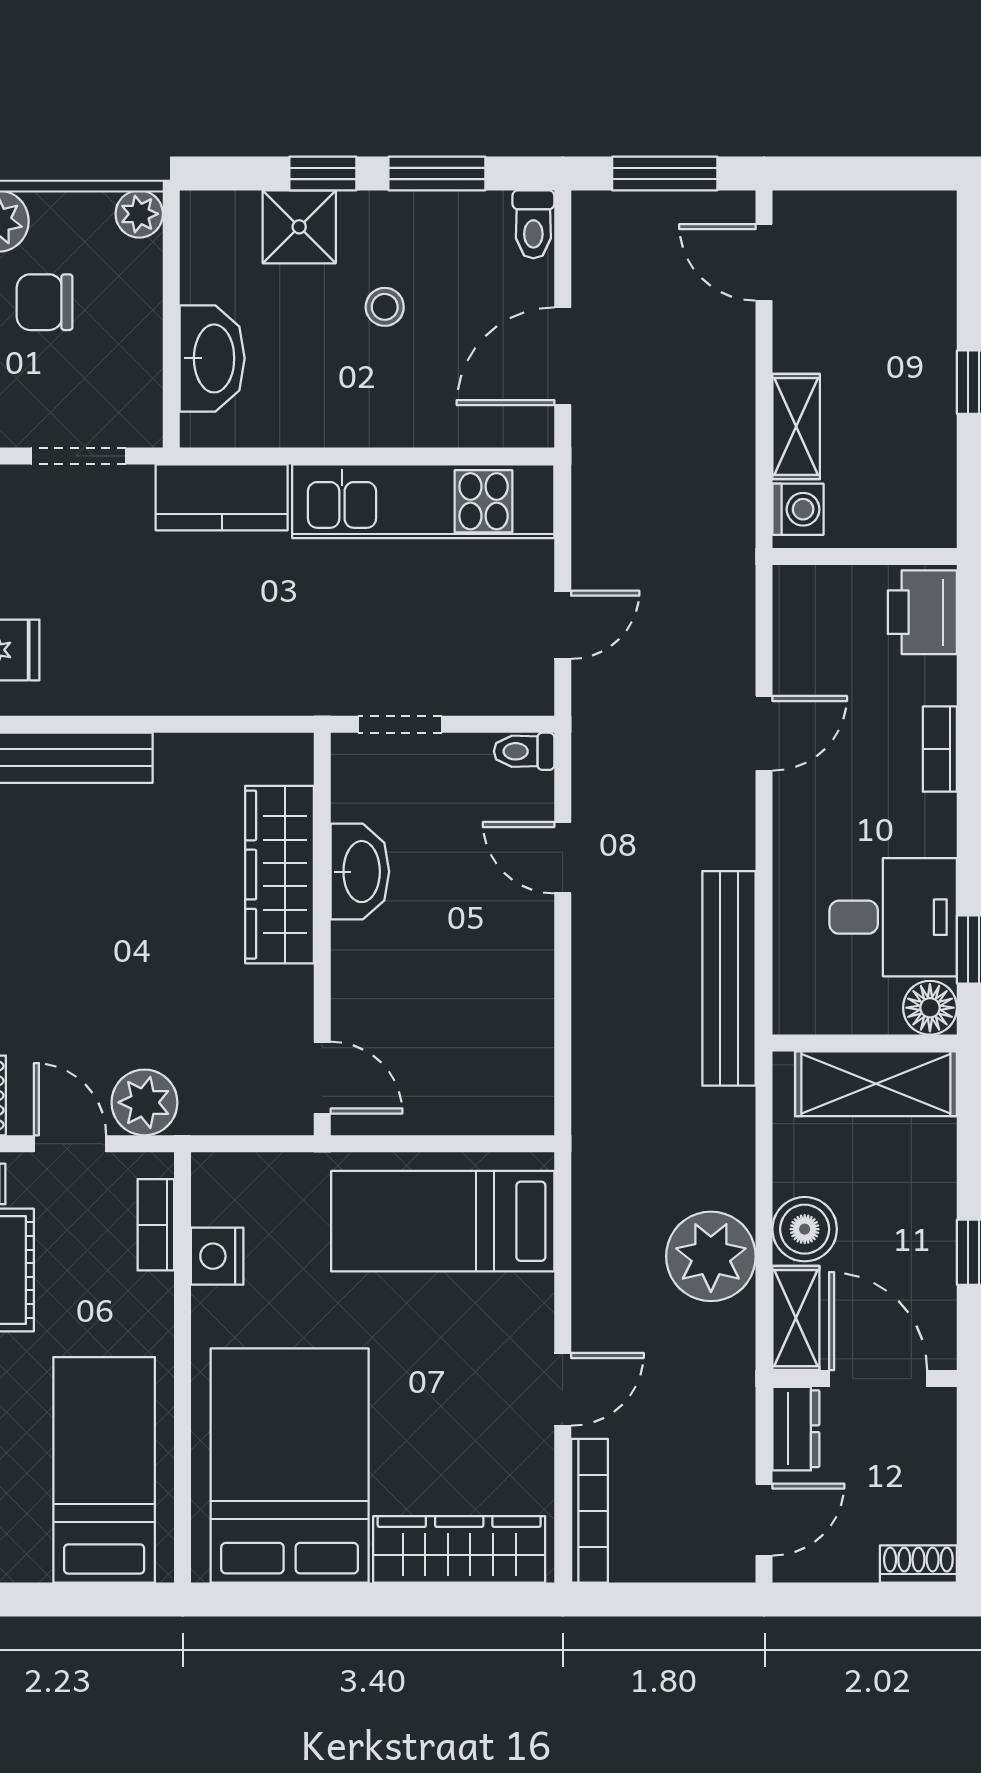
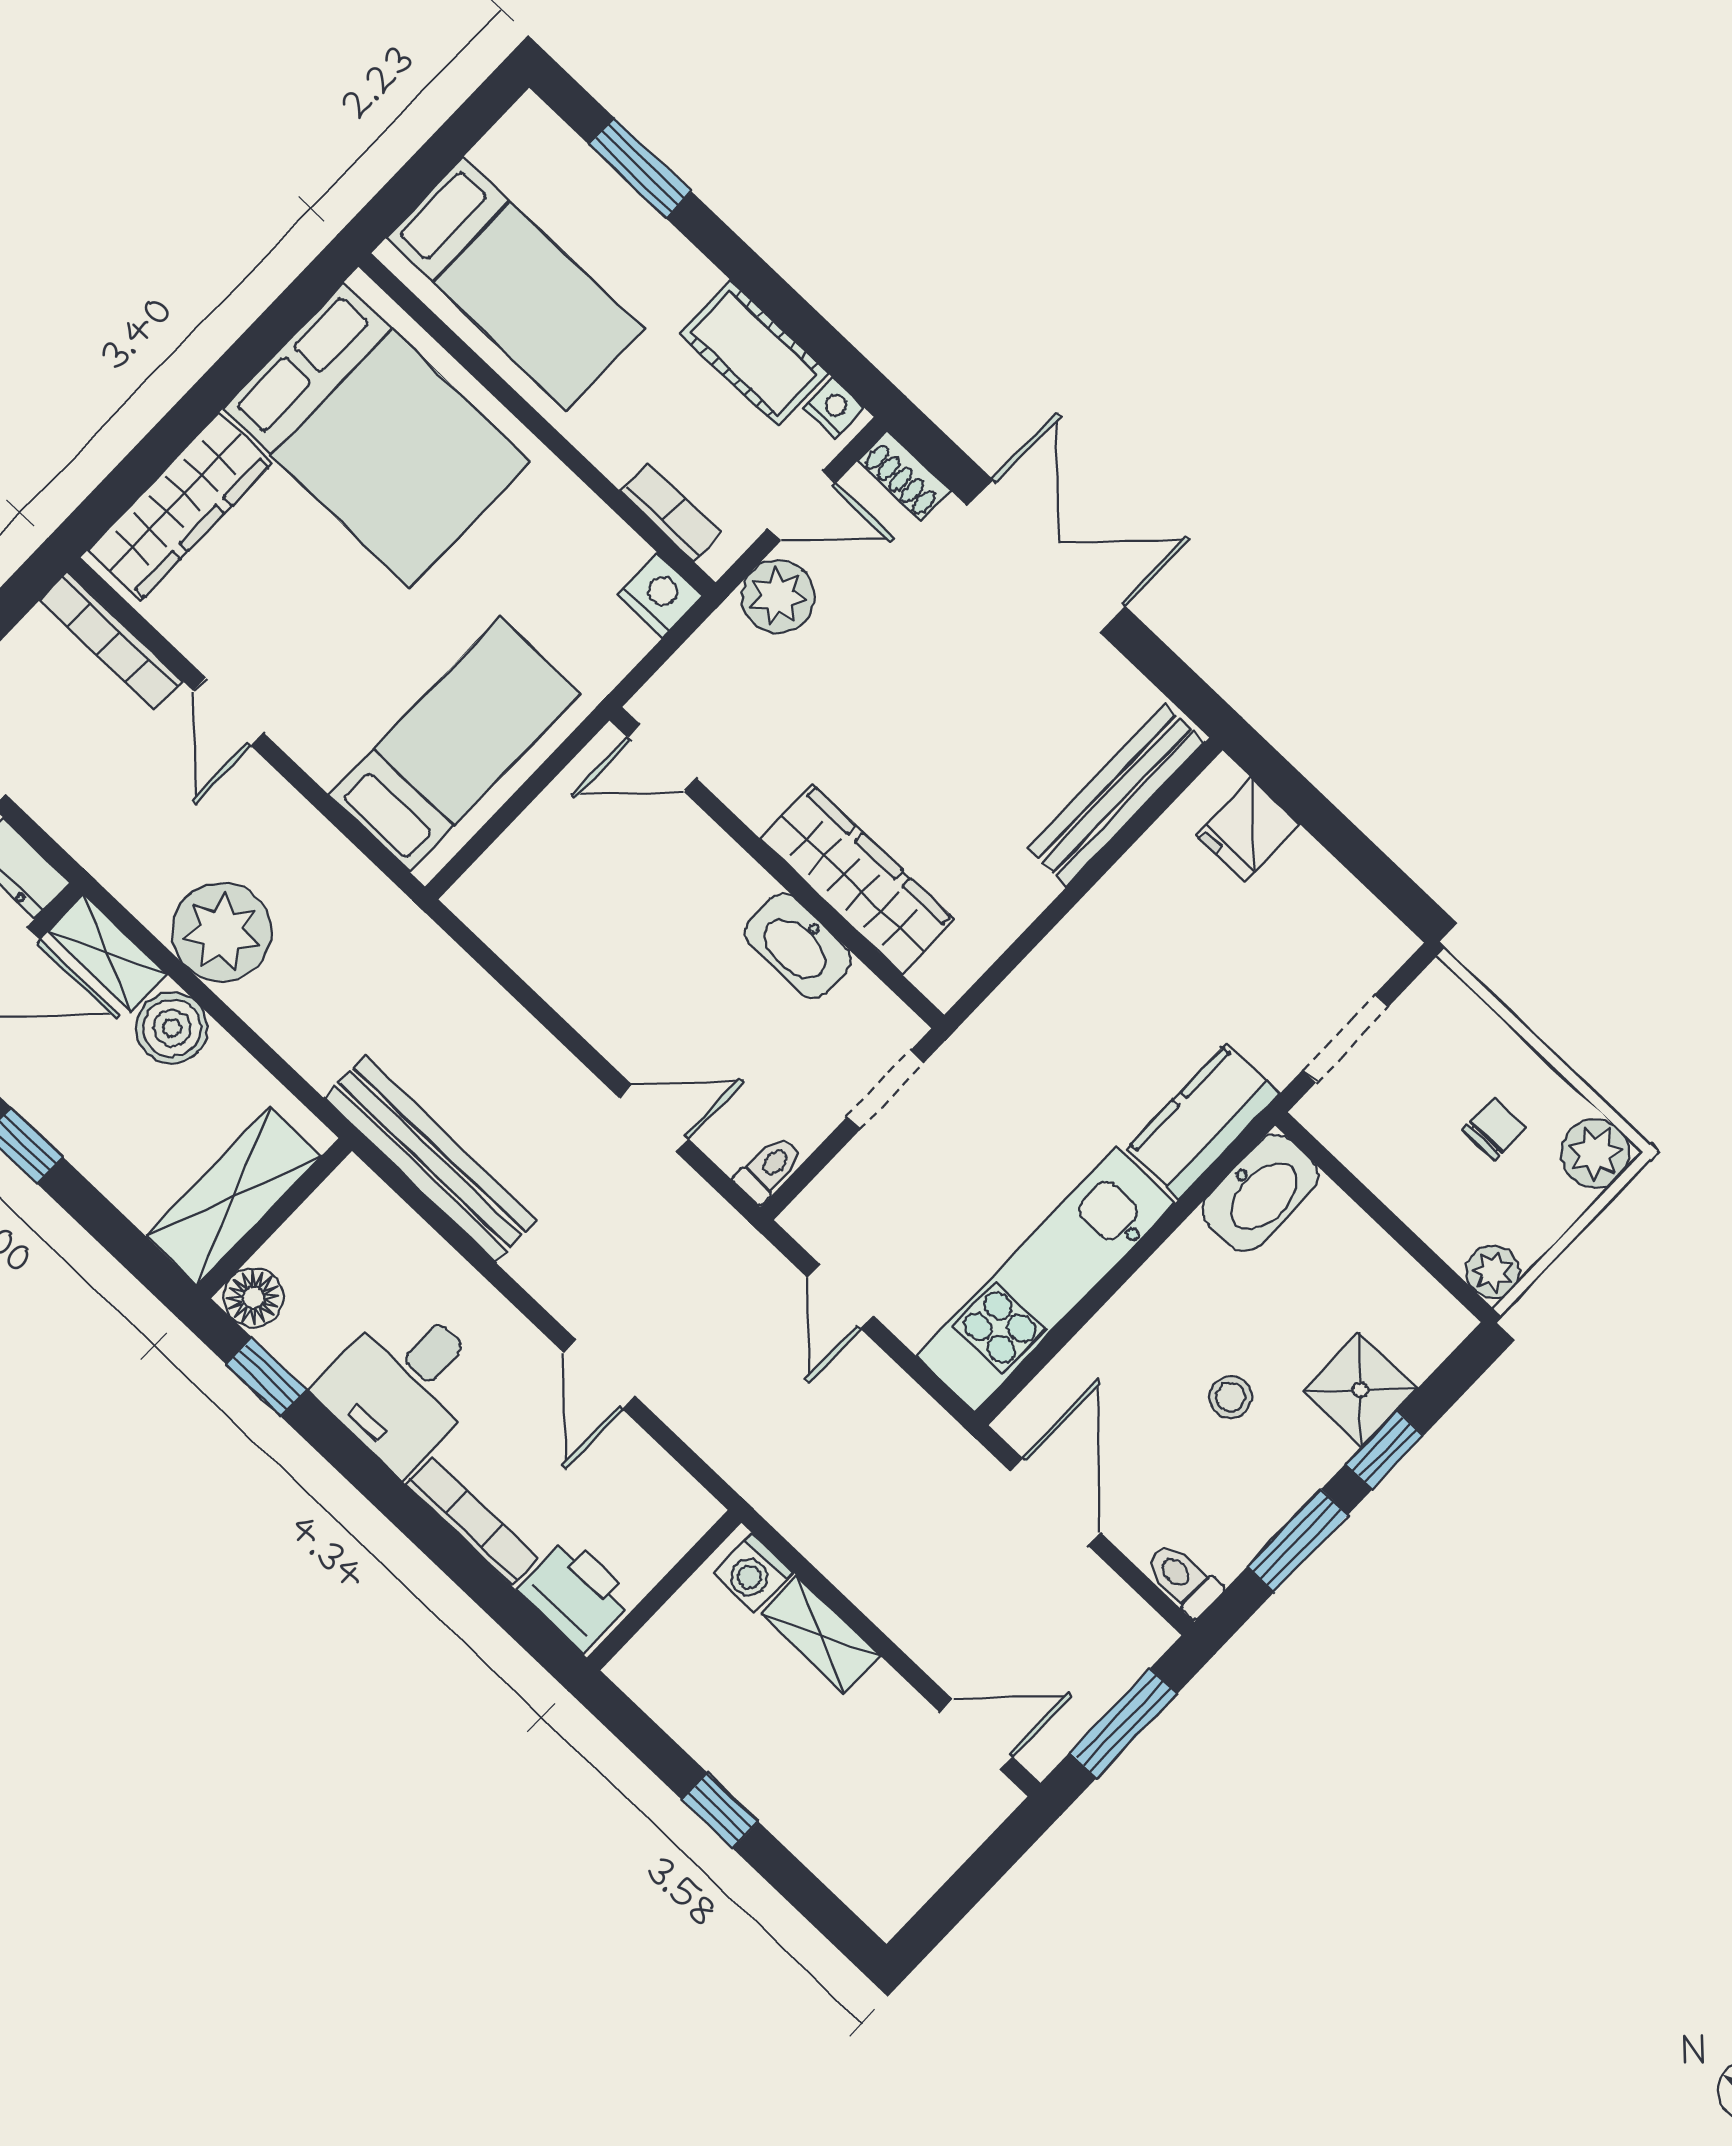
chair: (45, 302) -> (1494, 1129), width x0.73, depth x0.73
washbasin: (212, 358) -> (1260, 1193), moved, turned -90
bookcase: (940, 749) -> (472, 1522), width x1.56
desk: (893, 917) -> (403, 1385), moved
nightstand: (217, 1256) -> (660, 595), moved

